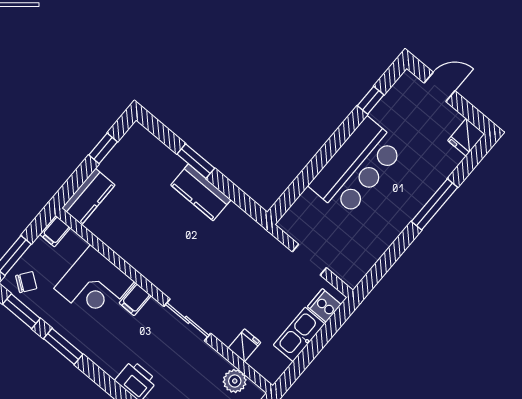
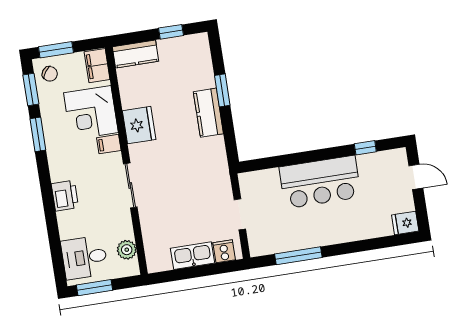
window: (434, 204) -> (298, 256), moved
filing cabinet: (55, 231) -> (97, 66), width x2.00
fridge: (244, 345) -> (139, 125), moved, width x1.88, depth x1.34

